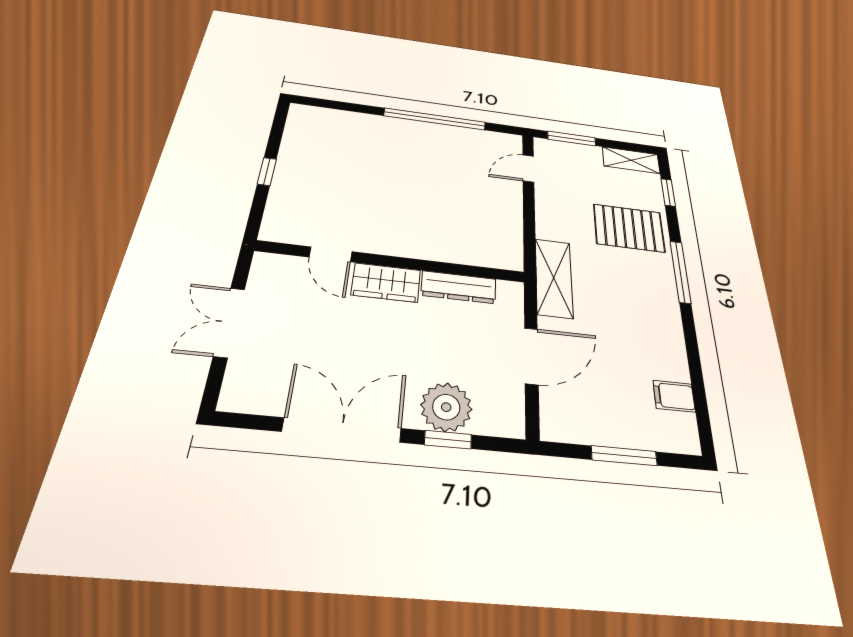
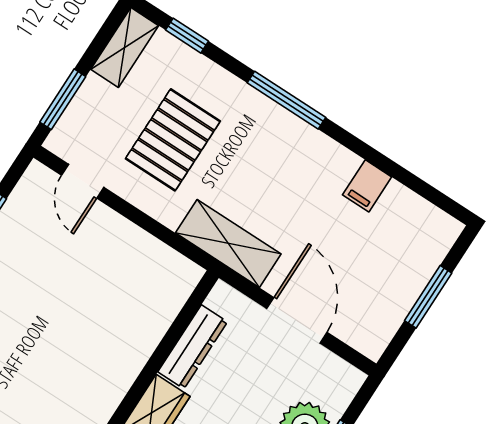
pallet: (629, 228) -> (173, 140), moved
filing cabinet: (674, 396) -> (367, 186), moved

